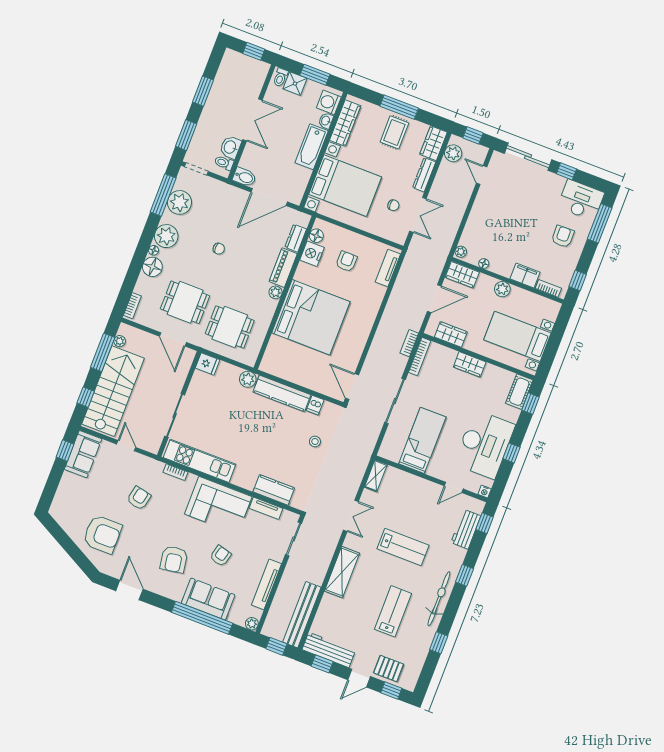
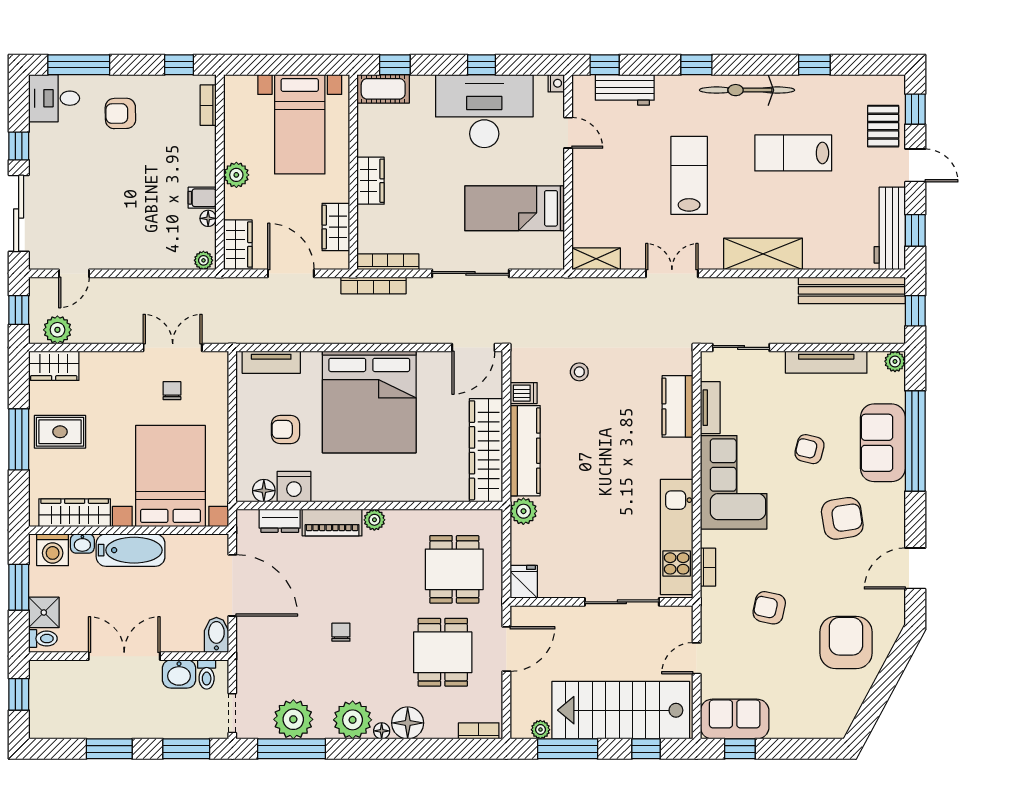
dresser: (424, 175) -> (107, 362), removed
desk: (581, 200) -> (54, 98), width x0.73
filing cabinet: (525, 275) -> (202, 198), moved, width x0.50
bed: (311, 317) -> (369, 402), moved, turned 180
bookcase: (409, 343) -> (373, 285), width x1.56
wardrobe: (291, 371) -> (486, 450), added

